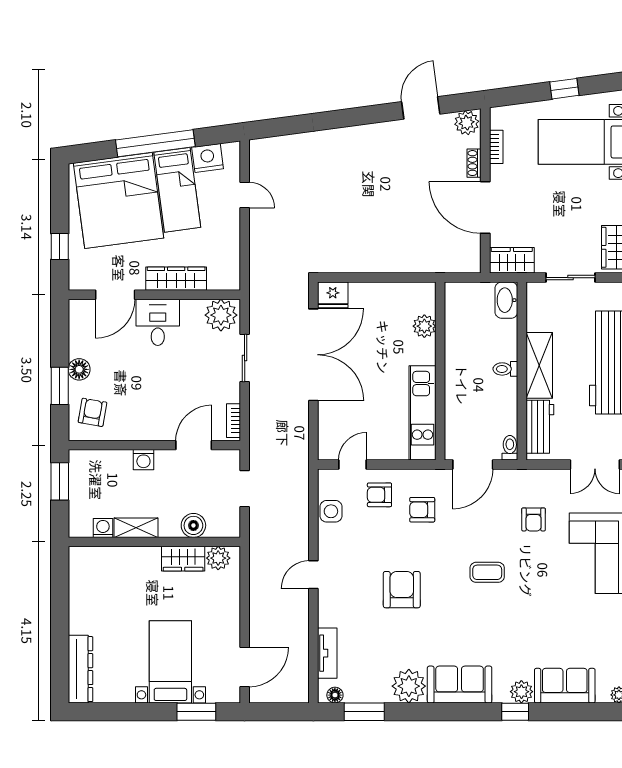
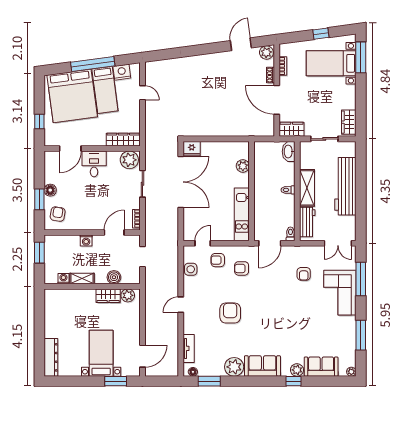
wardrobe: (176, 279) -> (123, 140), moved
coffee table: (487, 572) -> (278, 303), removed

